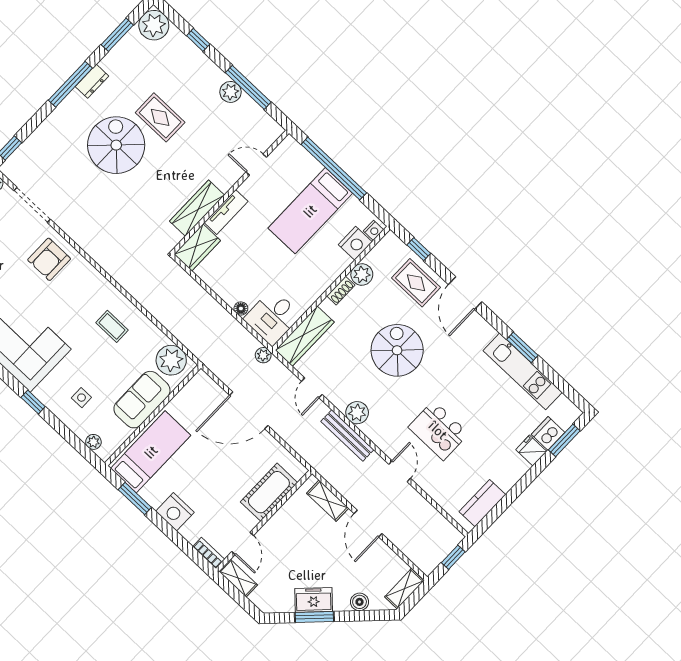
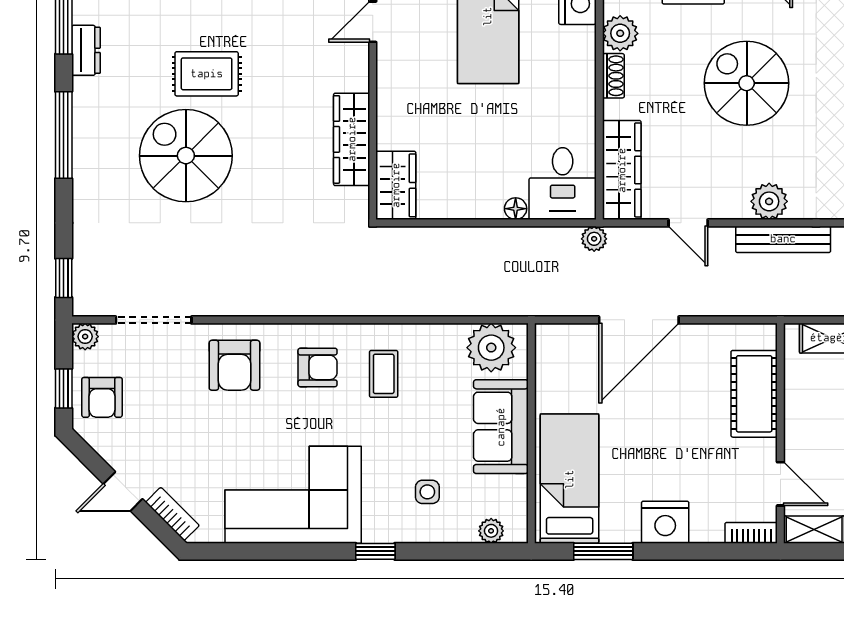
dresser: (92, 81) -> (86, 50), moved
tv unit: (226, 212) -> (390, 111), removed
armchair: (85, 295) -> (318, 367), added
coffee table: (112, 326) -> (384, 374), turned 90

